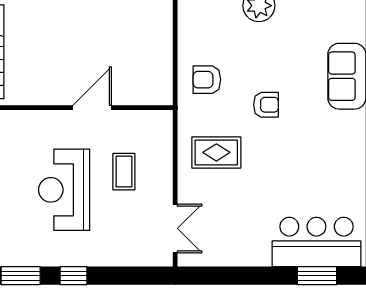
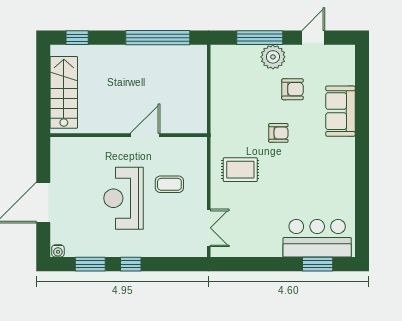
armchair: (207, 80) -> (293, 89), moved, turned 180
coffee table: (124, 172) -> (169, 184), turned 90

